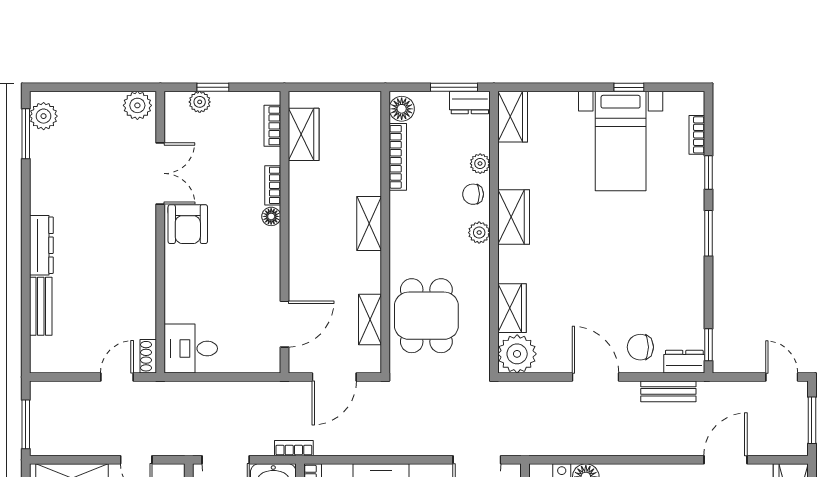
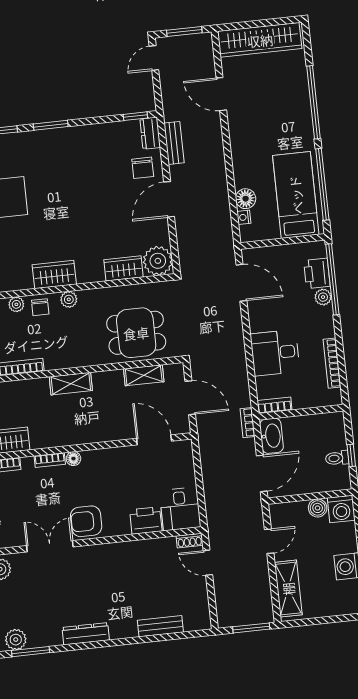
armchair: (188, 224) -> (86, 521), turned 180
dresser: (41, 245) -> (86, 634), moved
printer: (180, 302) -> (146, 520), added

